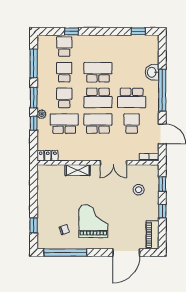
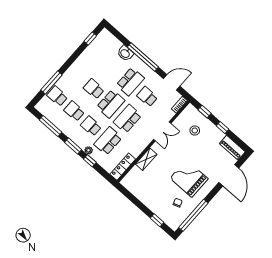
window: (72, 31) -> (51, 82), width x2.17
school desk: (98, 72) -> (94, 89), width x0.54
locker: (48, 156) -> (123, 167), width x1.53

